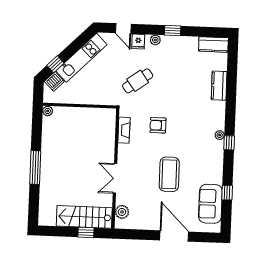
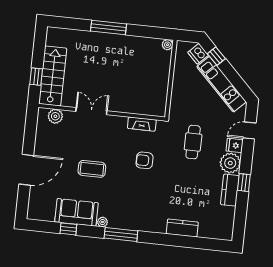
plant: (155, 40) -> (230, 163), width x1.88, depth x1.88
kitchen counter: (213, 44) -> (230, 190), moved
cafe table: (138, 81) -> (193, 142), turned 36
armchair: (158, 125) -> (144, 160), turned -90
plant: (220, 135) -> (102, 222), moved
window: (229, 143) -> (121, 235), width x2.17
coffee table: (169, 174) -> (92, 169), width x0.73, depth x0.76
sofa: (210, 204) -> (77, 212), moved

